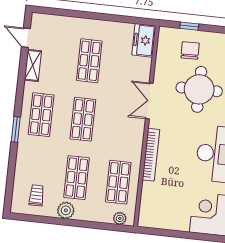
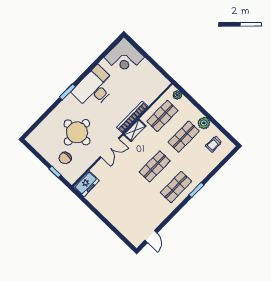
shop shelf: (89, 61) -> (126, 196), removed
shelving: (33, 65) -> (135, 130), moved

